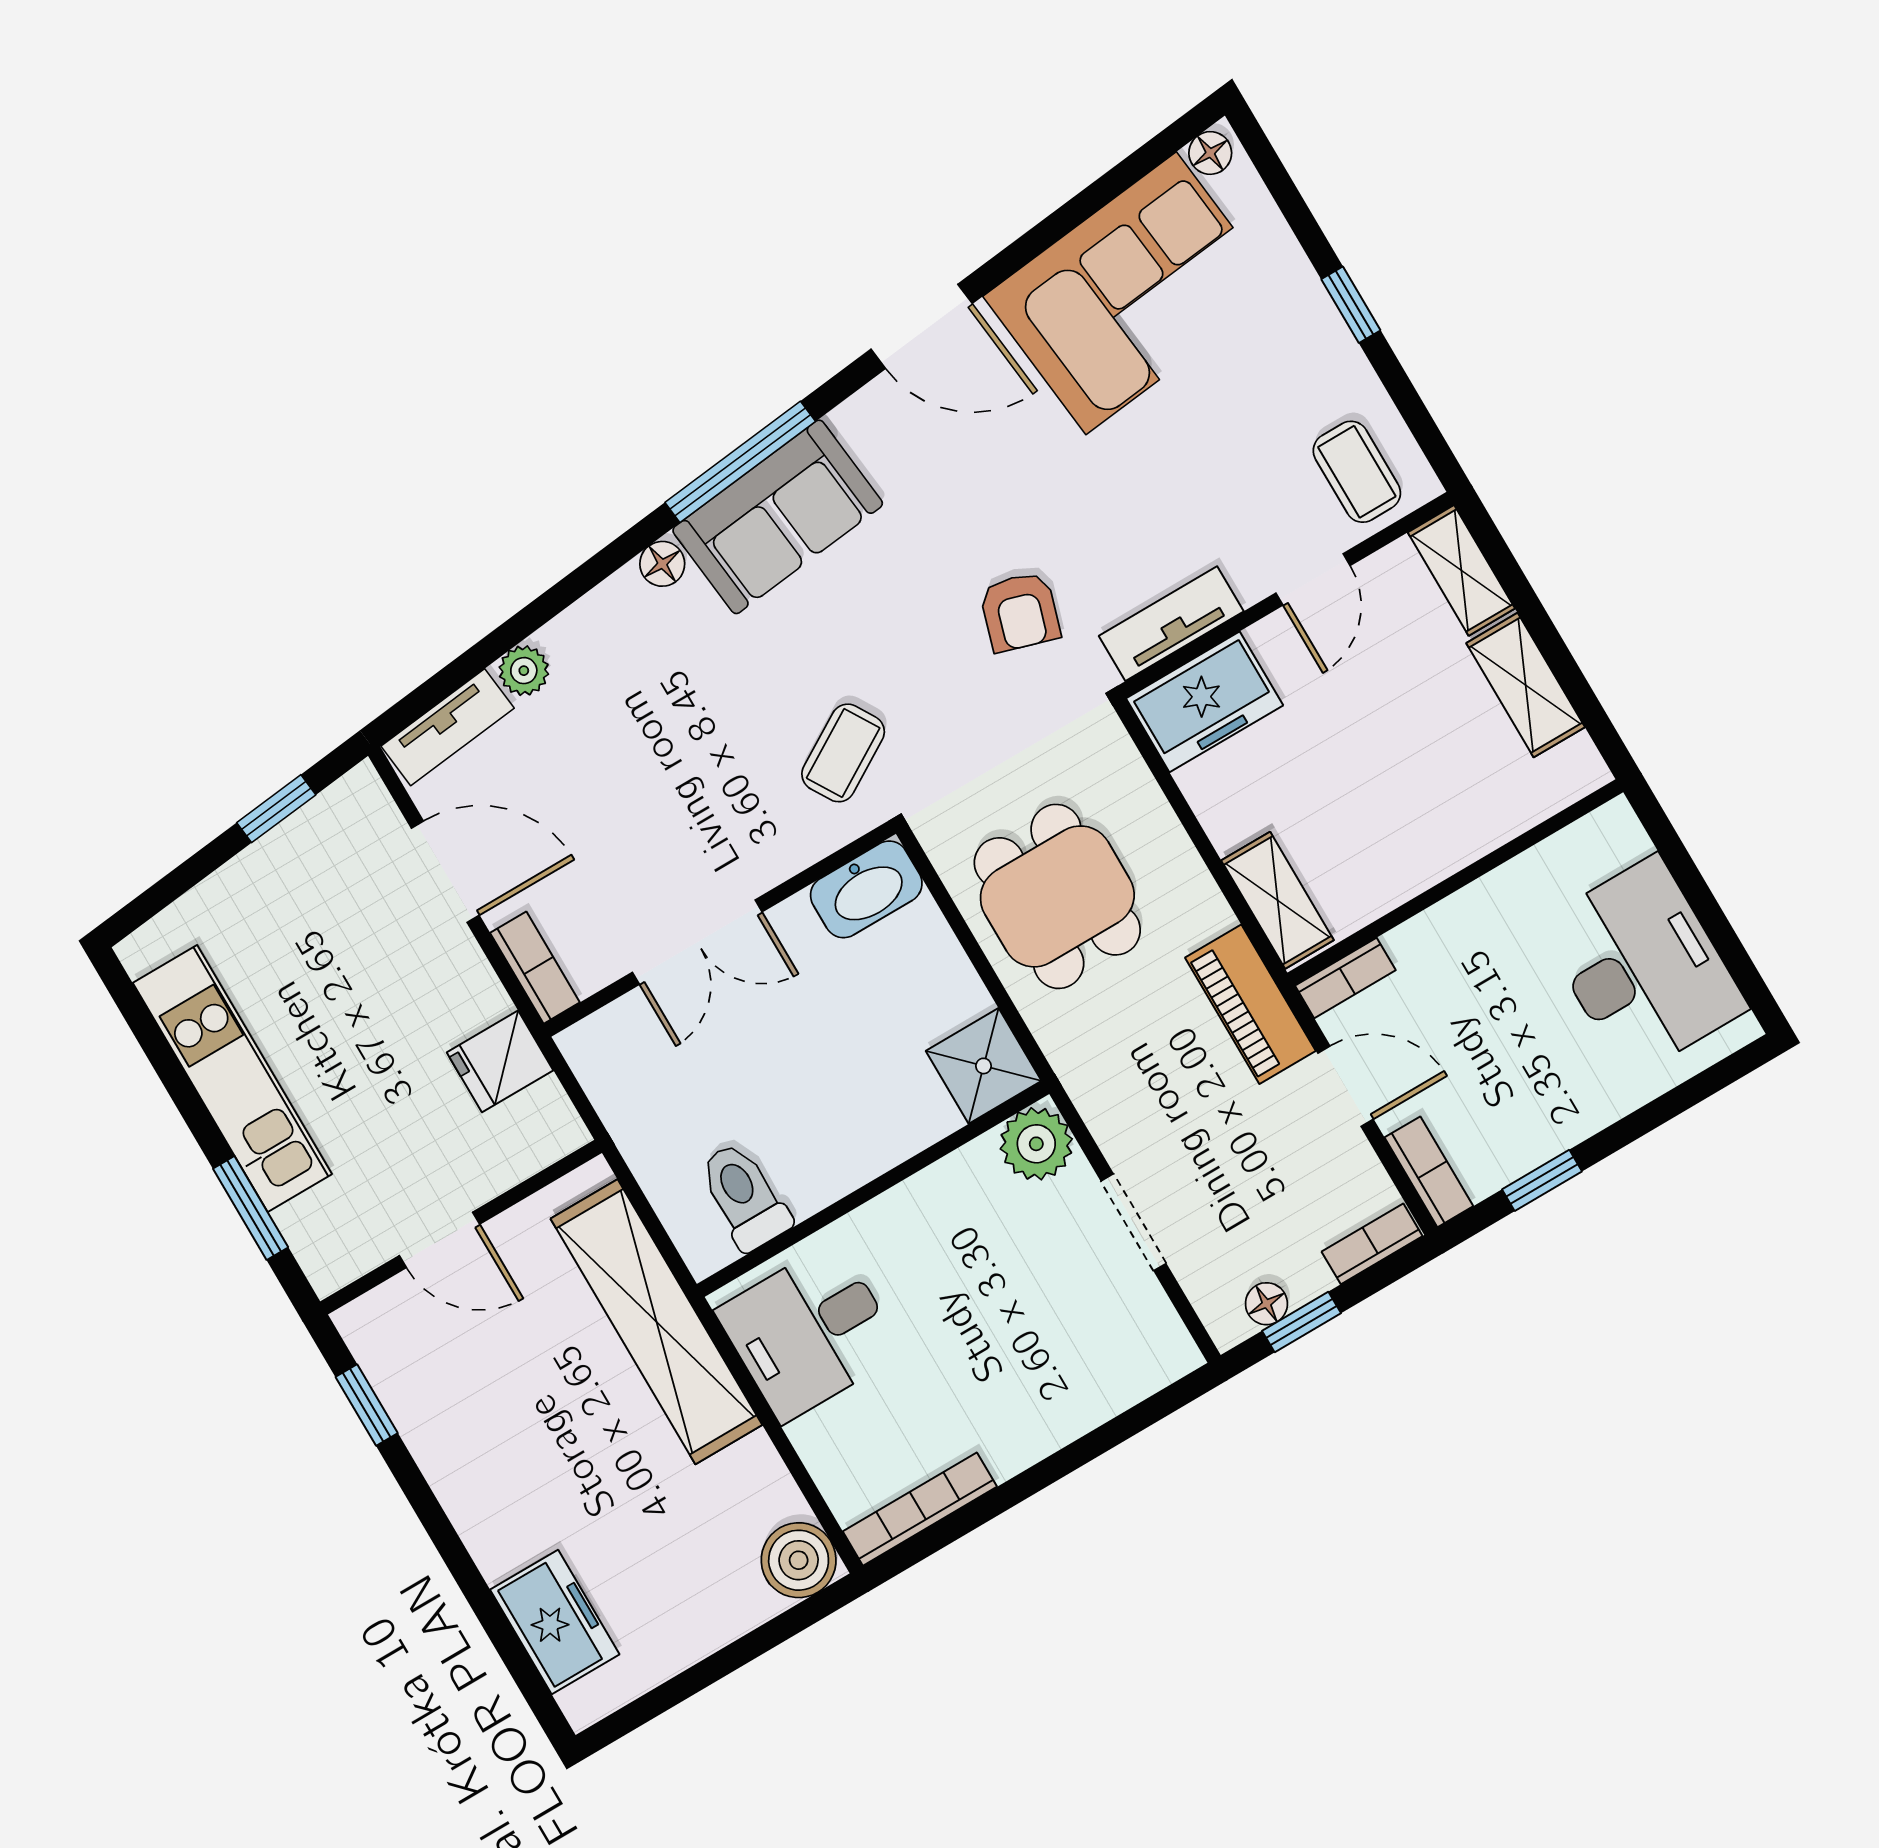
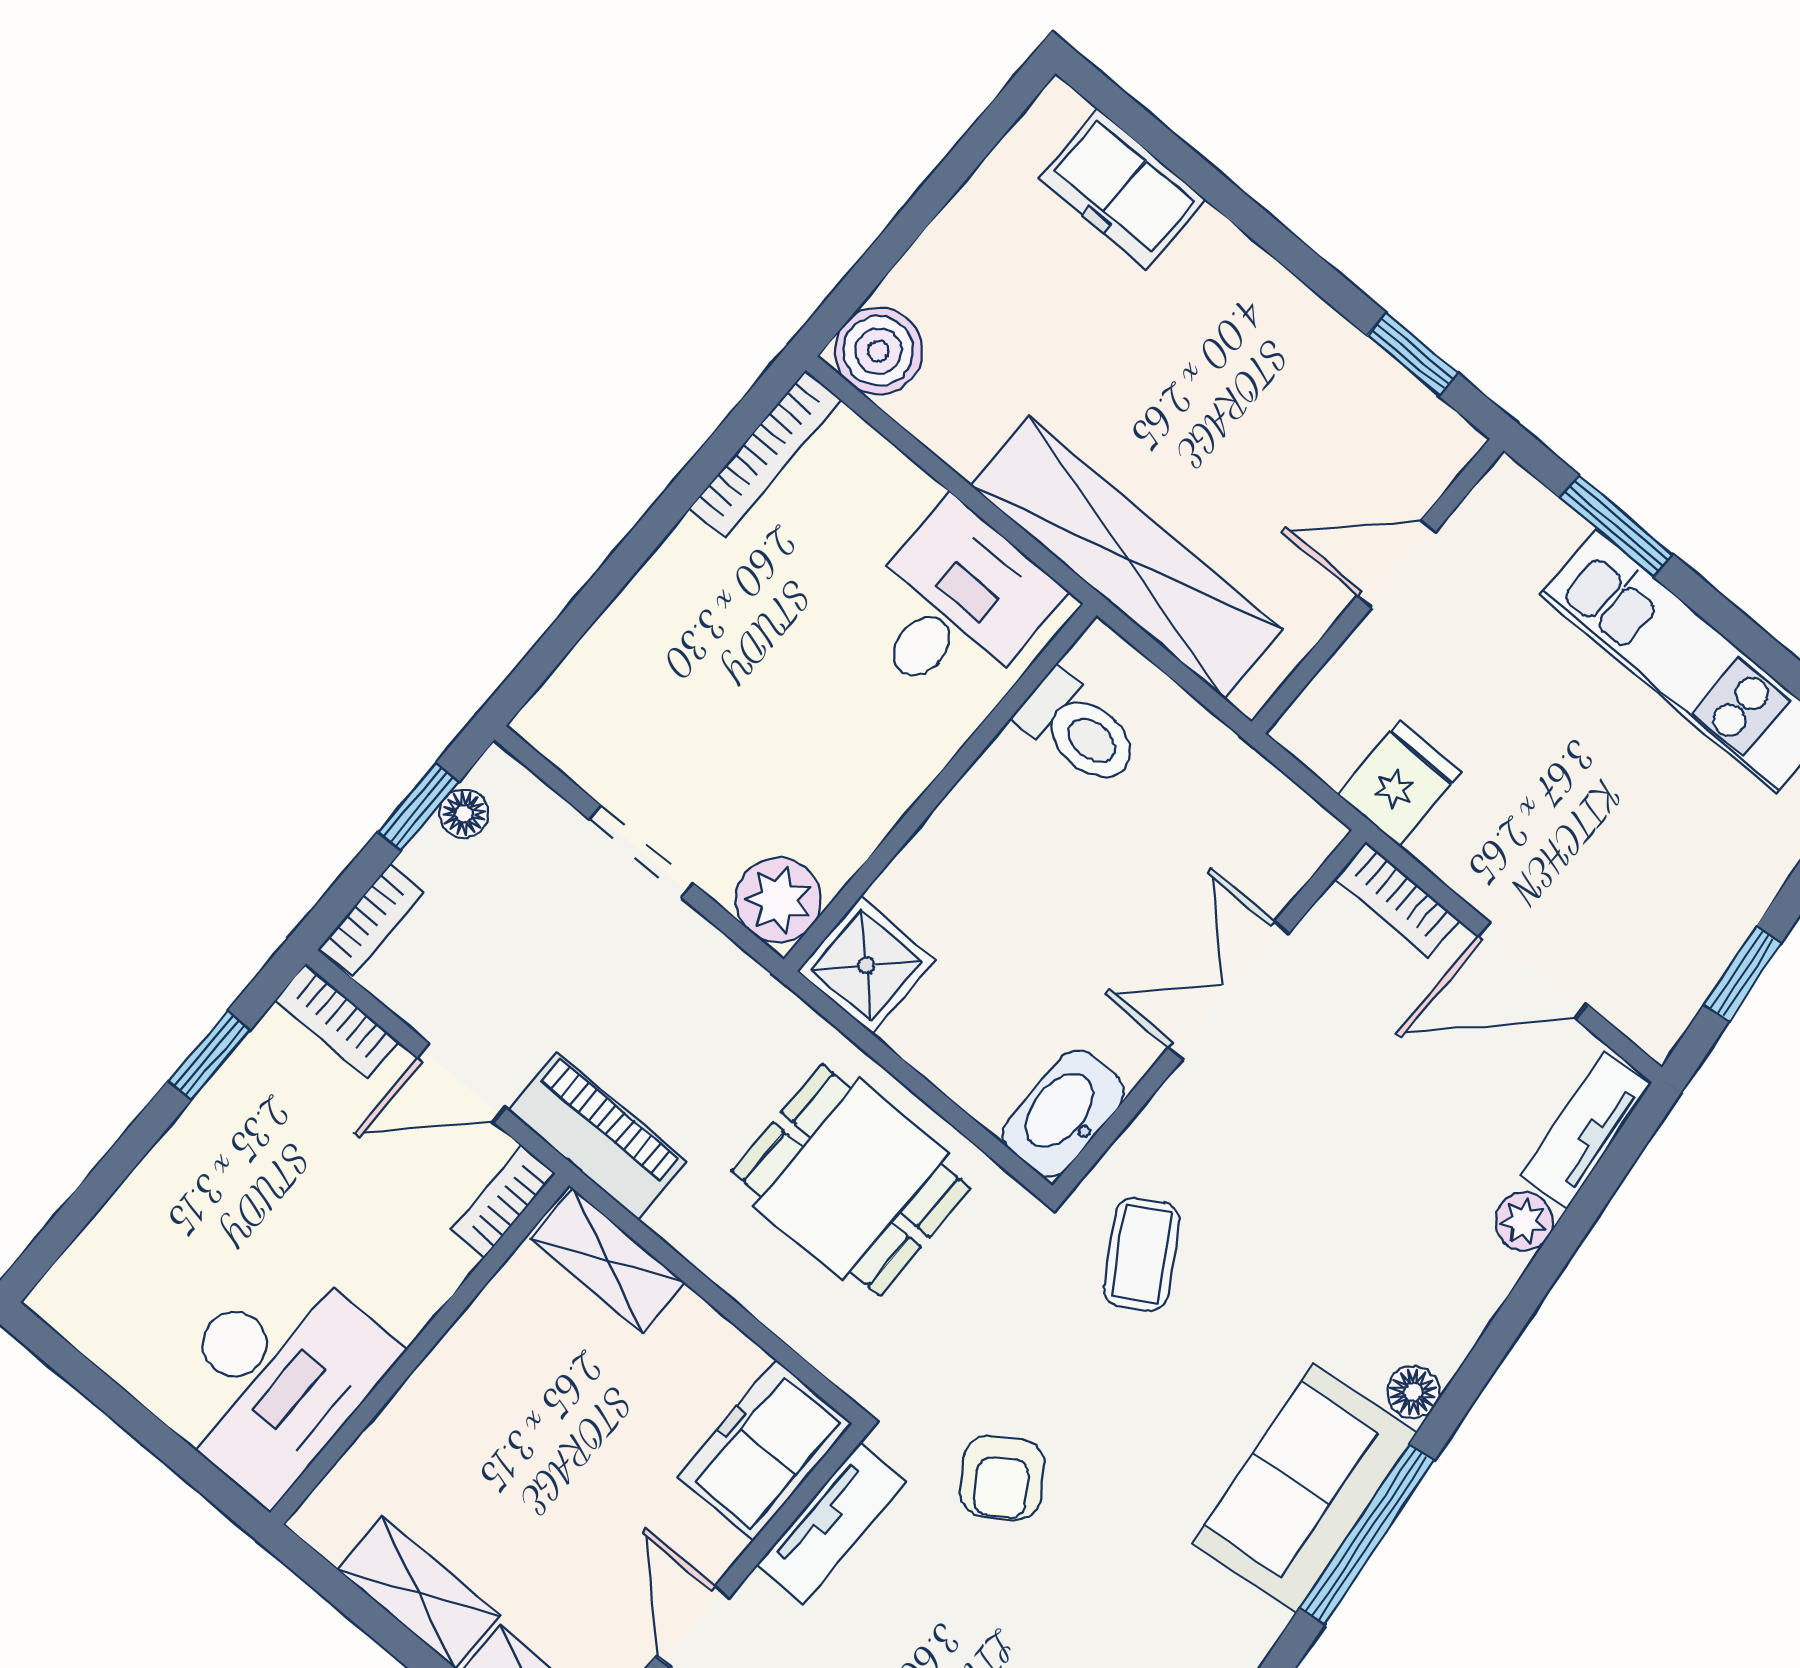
armchair: (1020, 612) -> (1002, 1478), turned -141
desk: (1642, 967) -> (274, 1377), moved, turned -90

